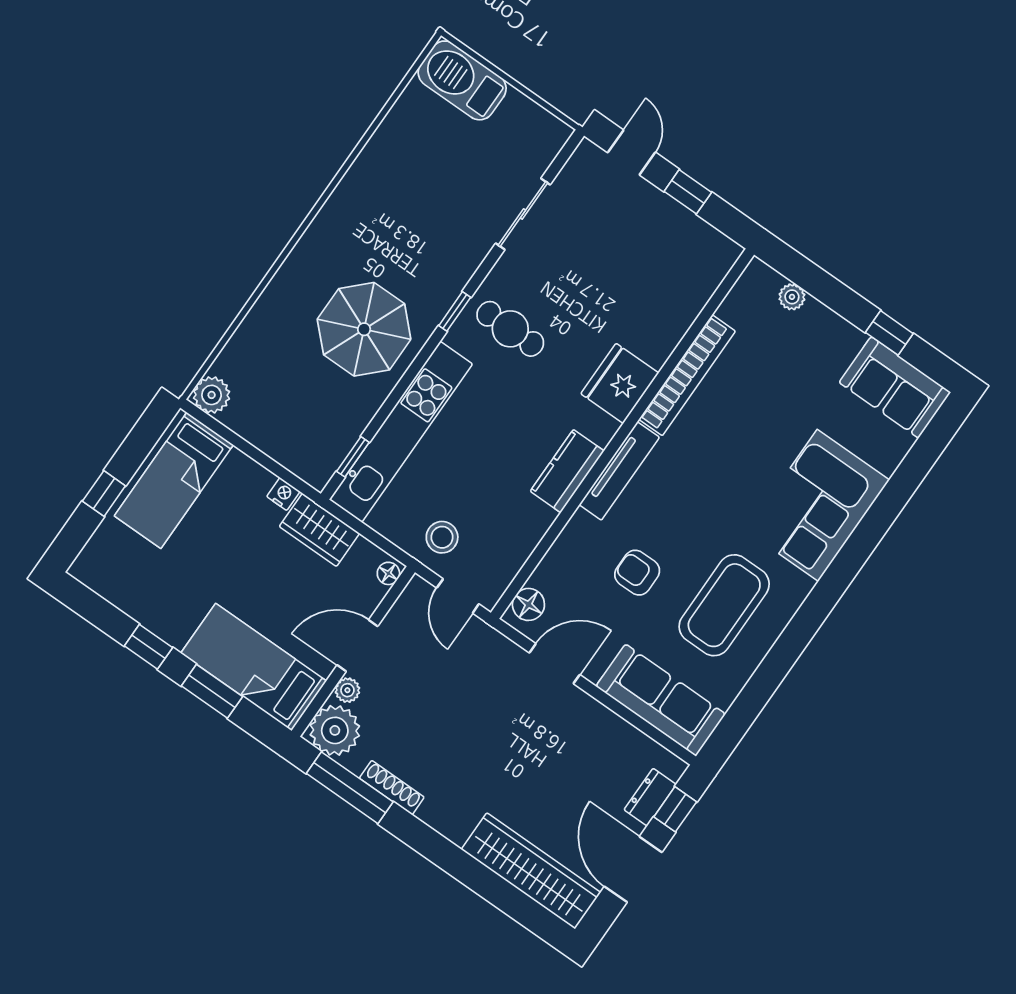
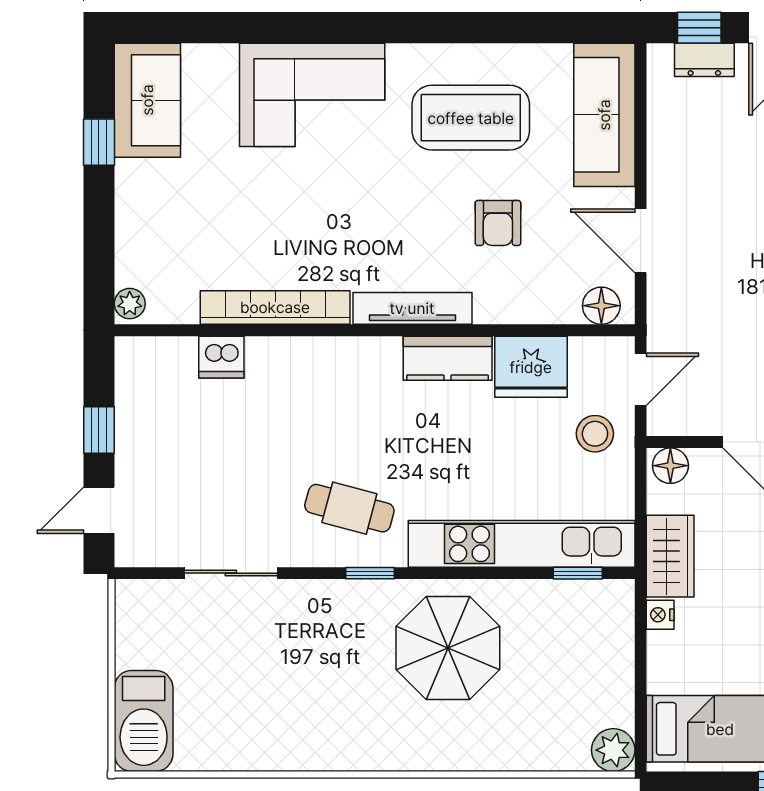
plant: (792, 297) -> (130, 304), moved
dishwasher: (679, 313) -> (221, 357), added
cafe table: (510, 329) -> (349, 508), turned -75
fridge: (620, 383) -> (531, 367), moved
floor lamp: (388, 573) -> (670, 466), width x1.37, depth x1.37

